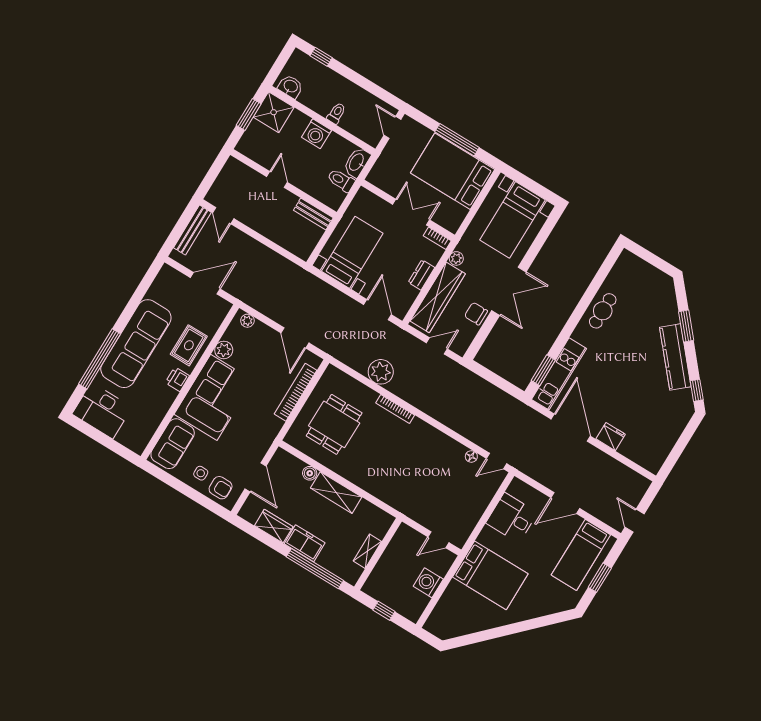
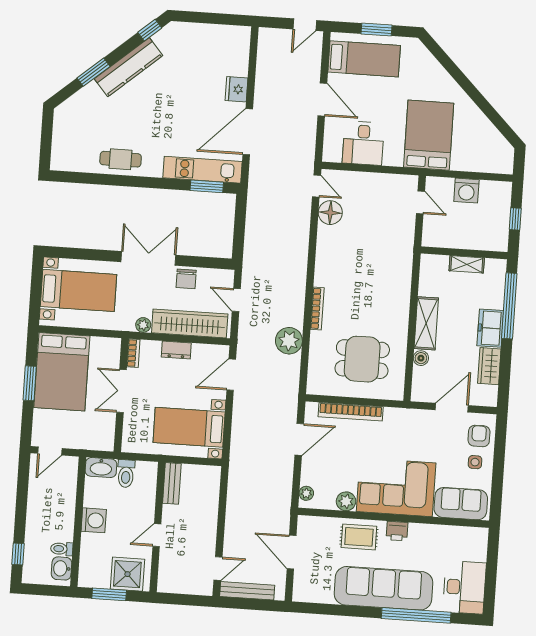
shower: (274, 112) -> (127, 574), moved
toilet: (336, 113) -> (62, 549), moved
window: (457, 140) -> (30, 383), width x0.69
floor lamp: (471, 456) -> (330, 213), width x1.89, depth x1.89

